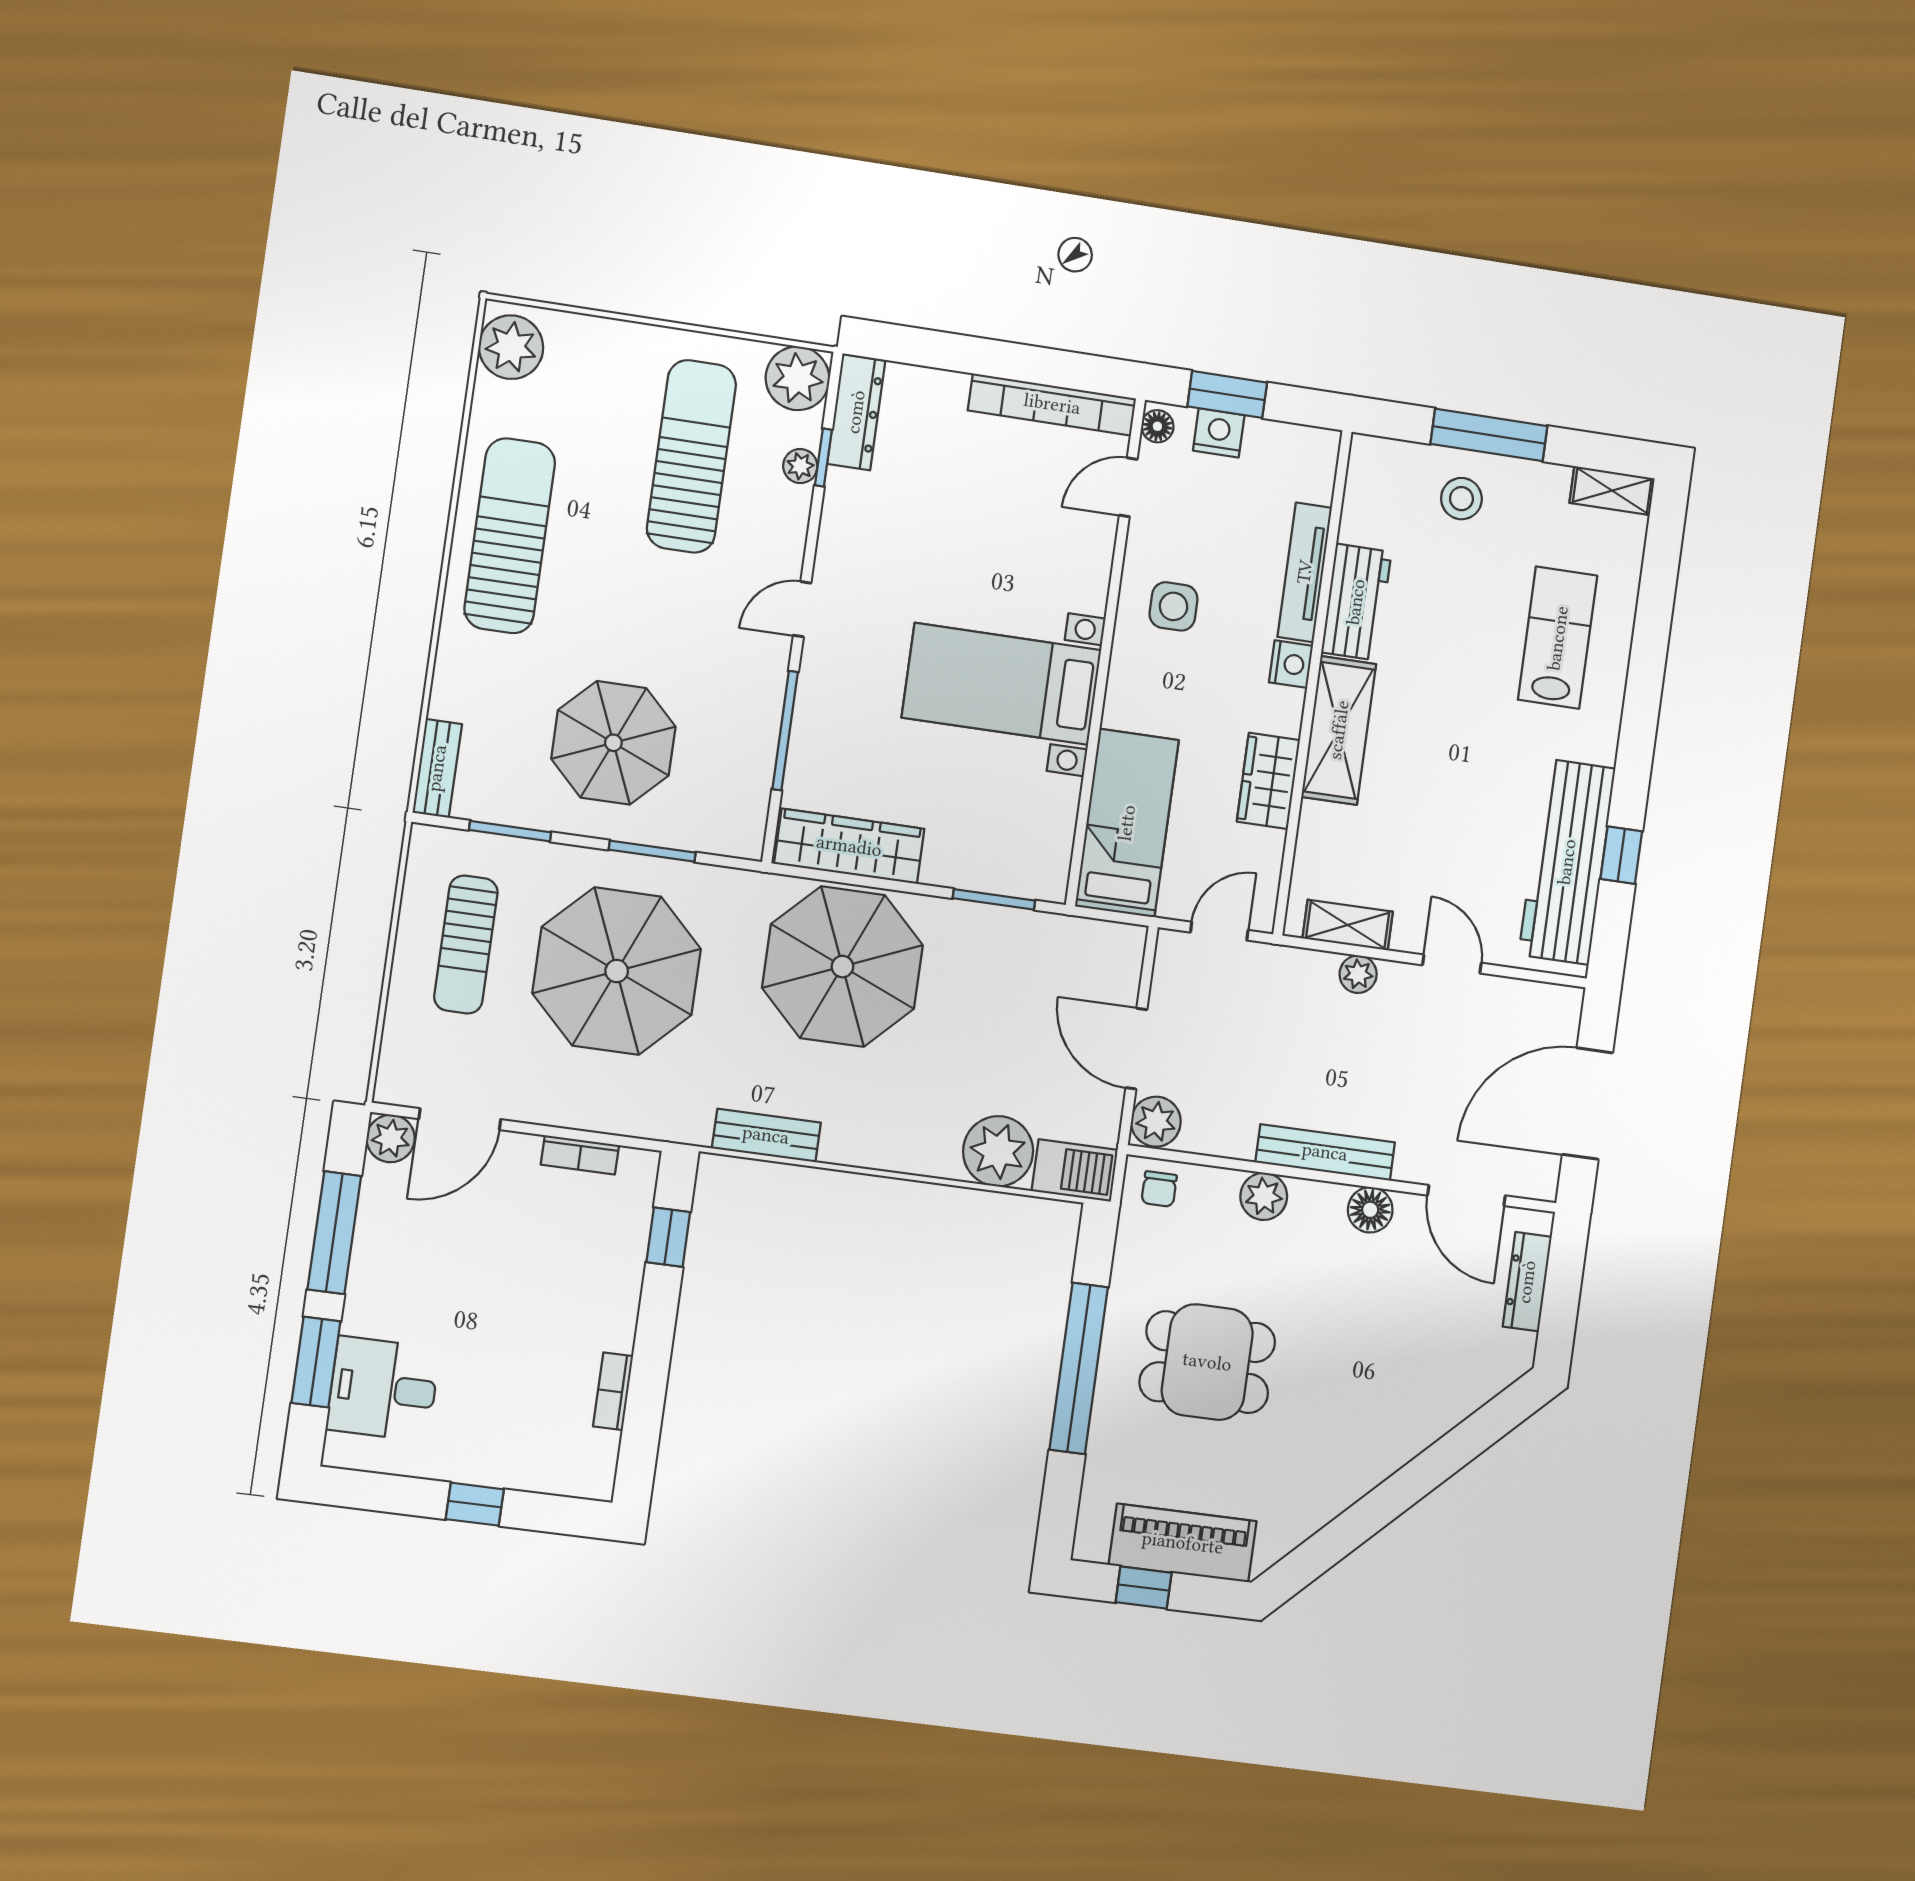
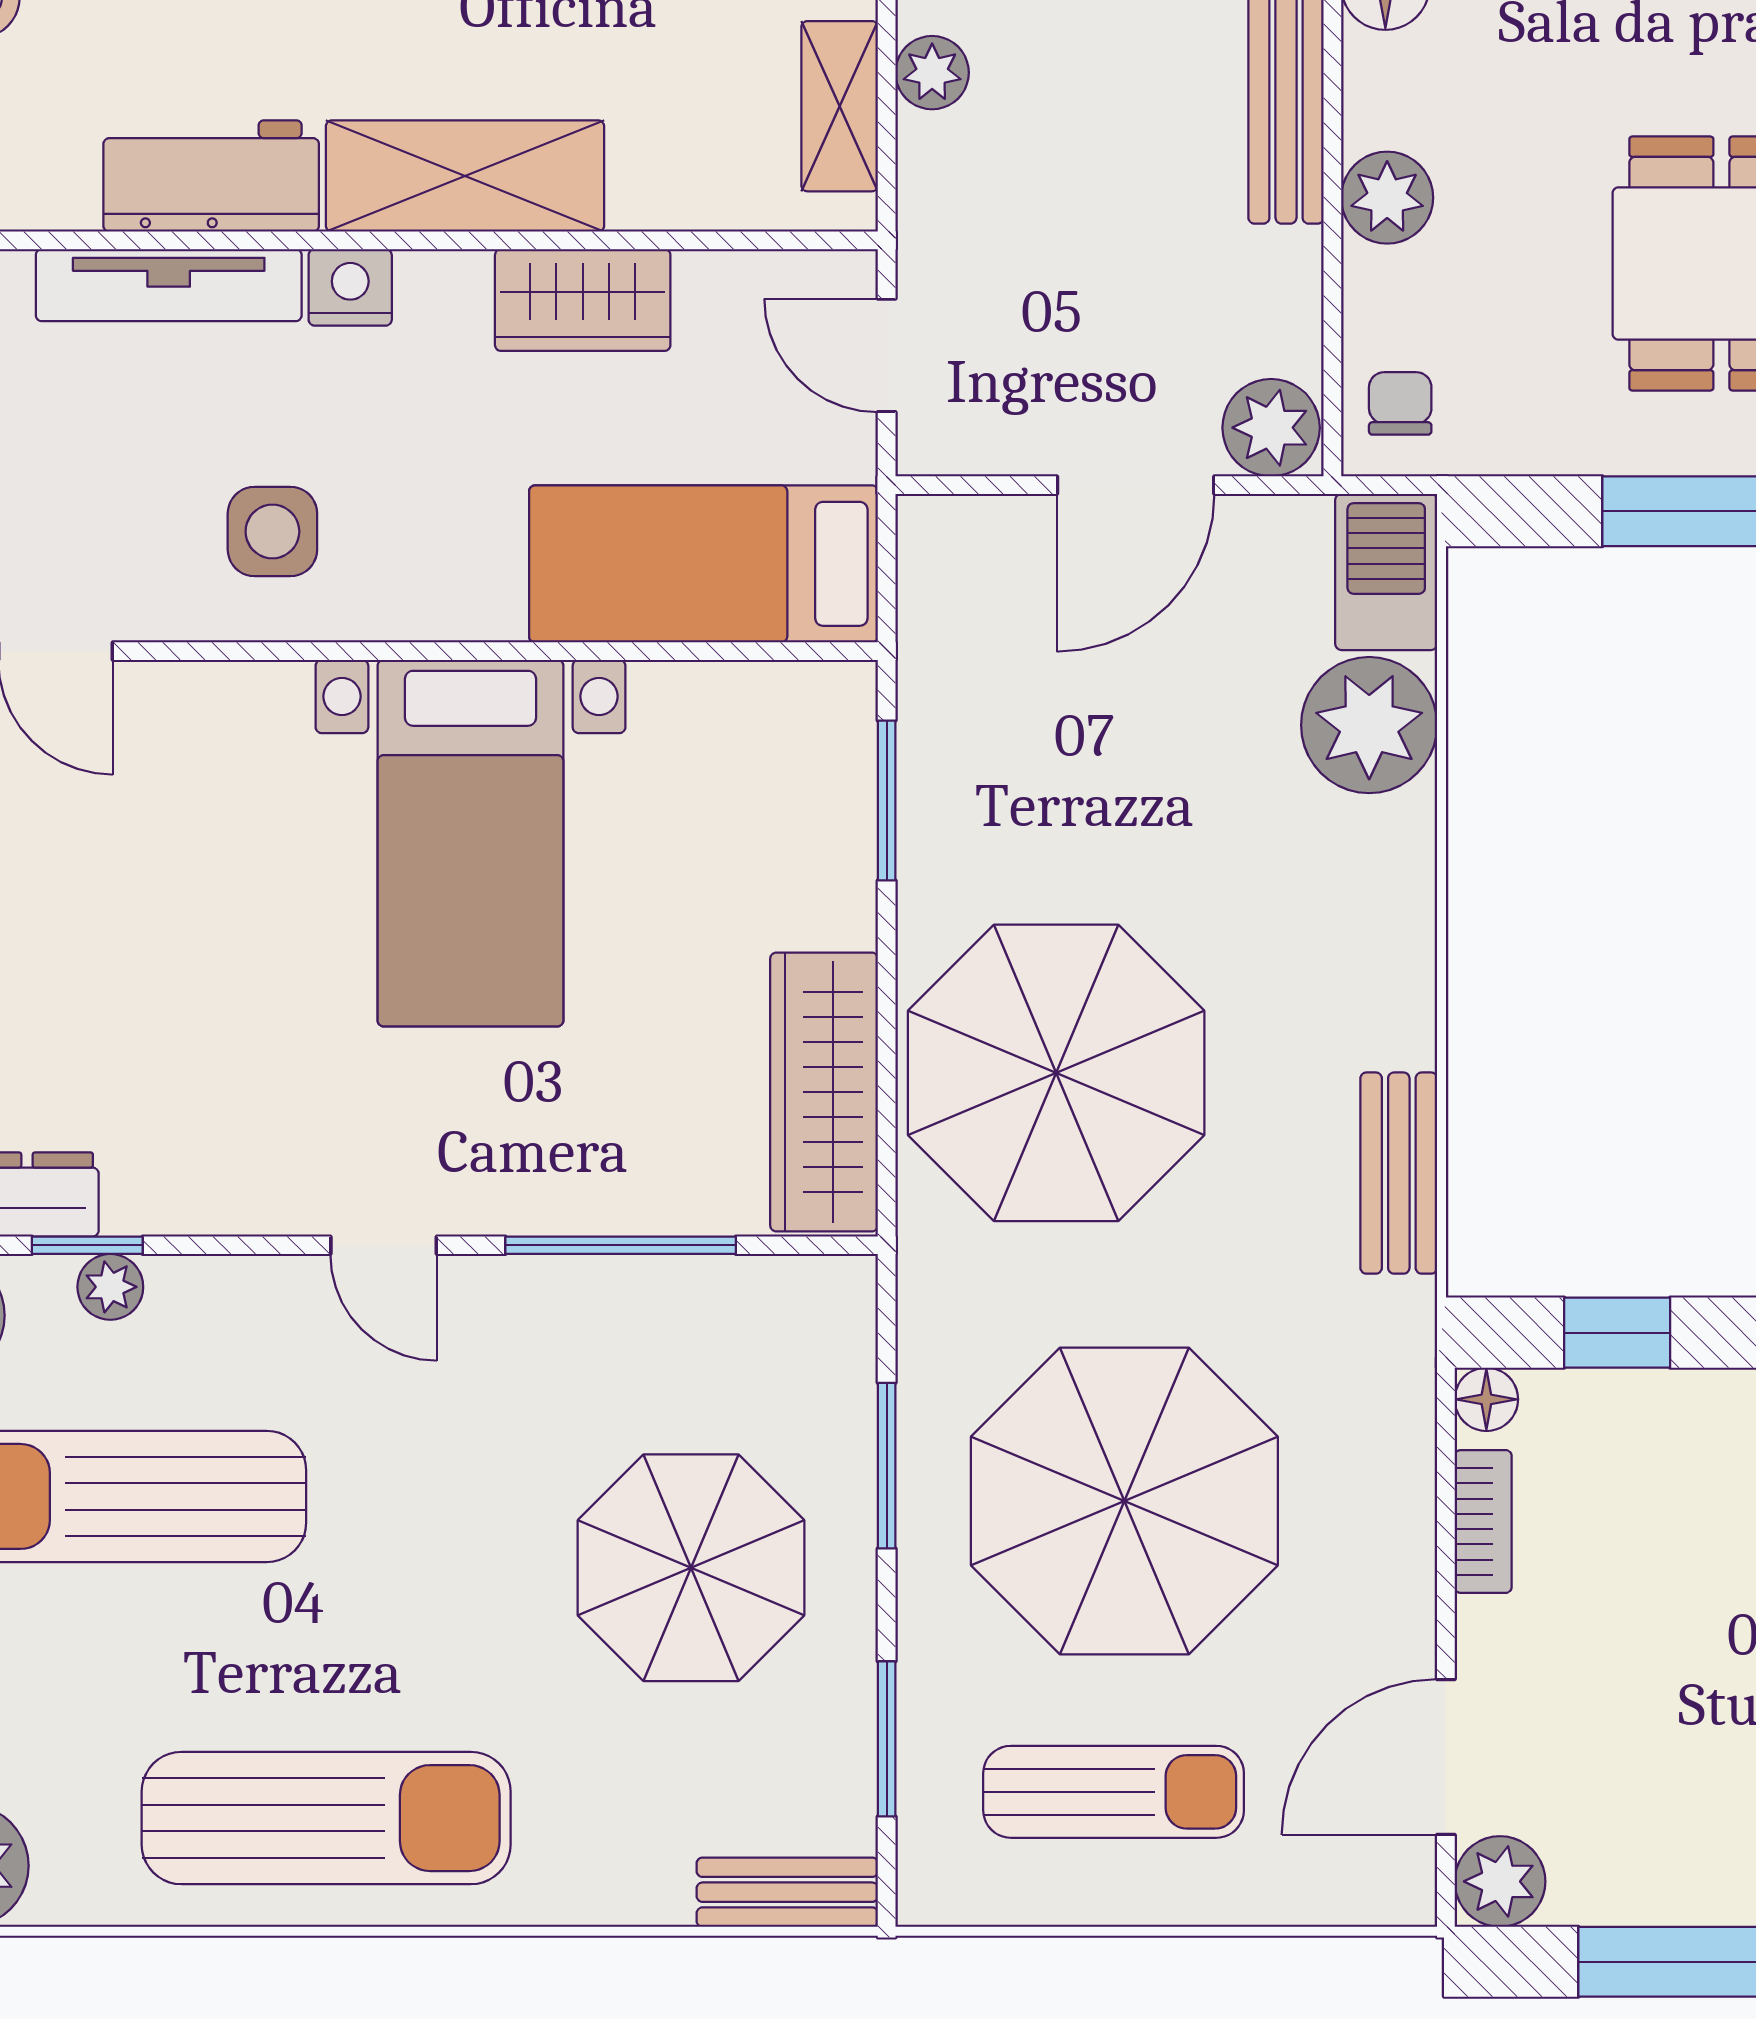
sun lounger: (510, 536) -> (326, 1818), turned 180
door: (460, 1119) -> (1446, 1757), swing flipped
floor lamp: (643, 1165) -> (1486, 1399), added
chair: (1159, 1189) -> (1400, 403), turned -90

